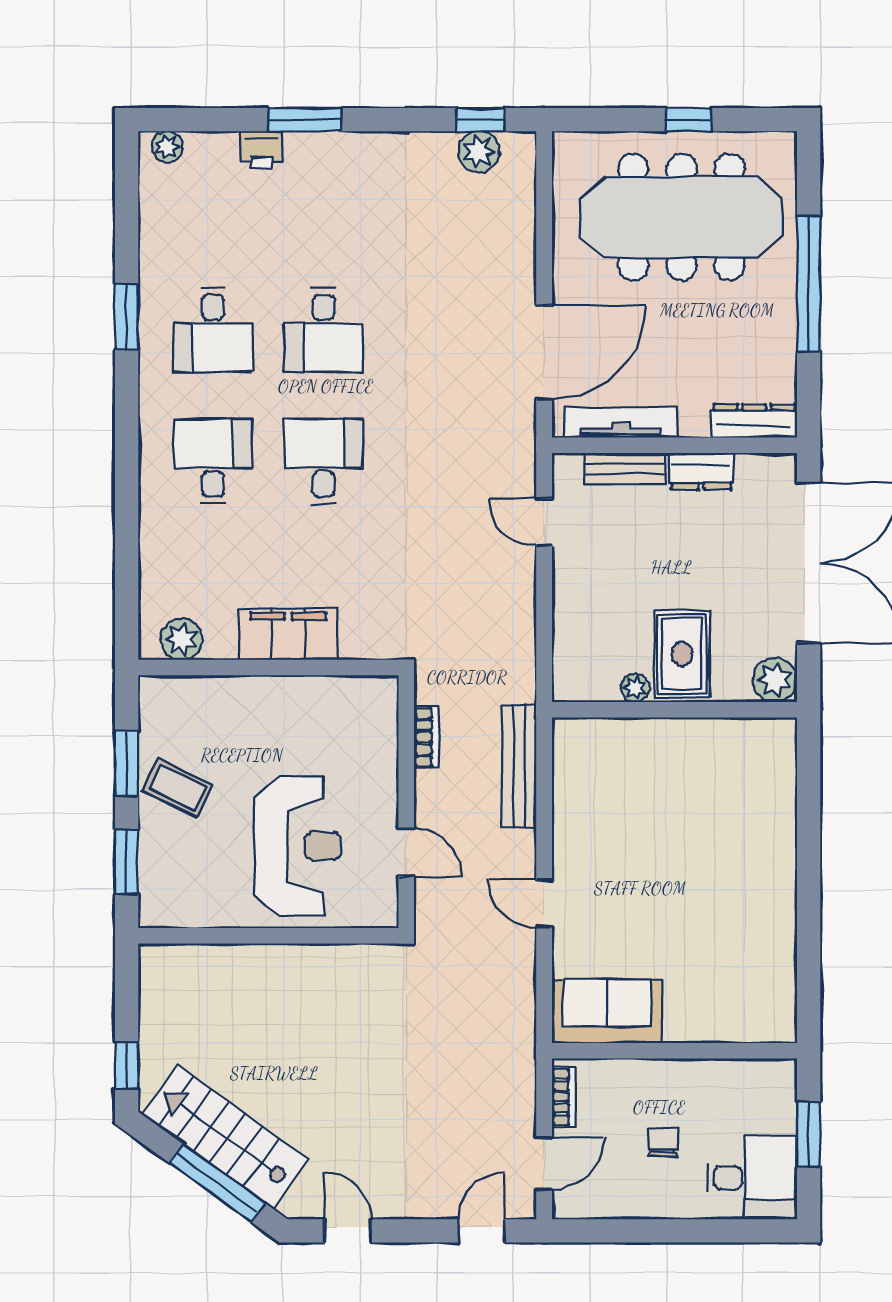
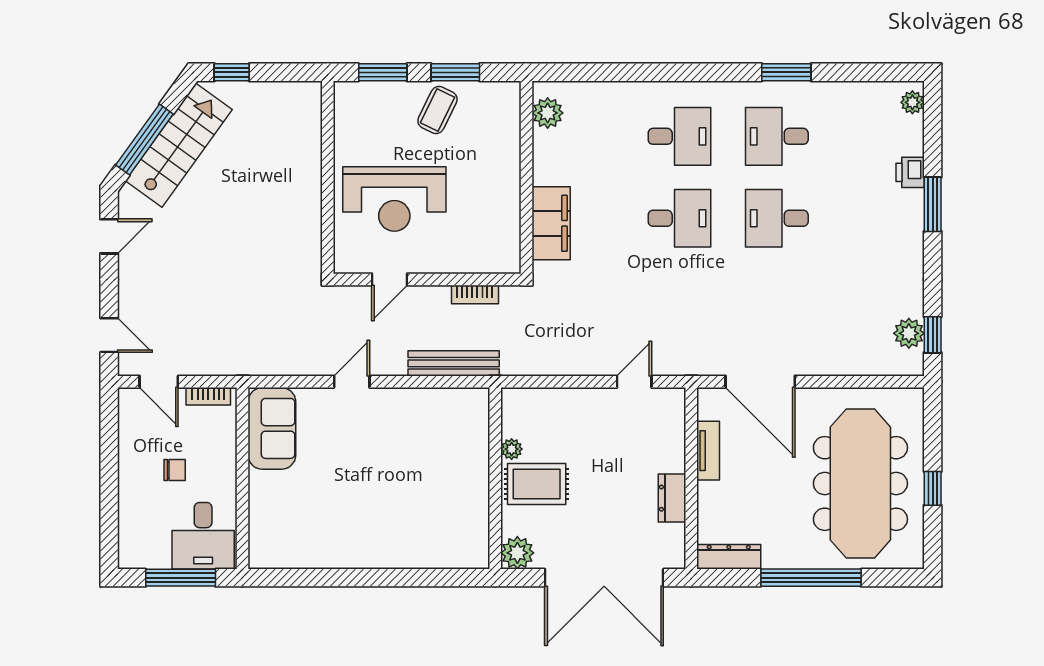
dresser: (754, 421) -> (729, 557), moved, turned -90
tv unit: (621, 422) -> (708, 451), width x0.71
bench: (625, 468) -> (674, 442), removed
filing cabinet: (288, 634) -> (551, 223), moved
window: (809, 1134) -> (181, 578), width x1.44
desk: (752, 1178) -> (203, 536), moved

